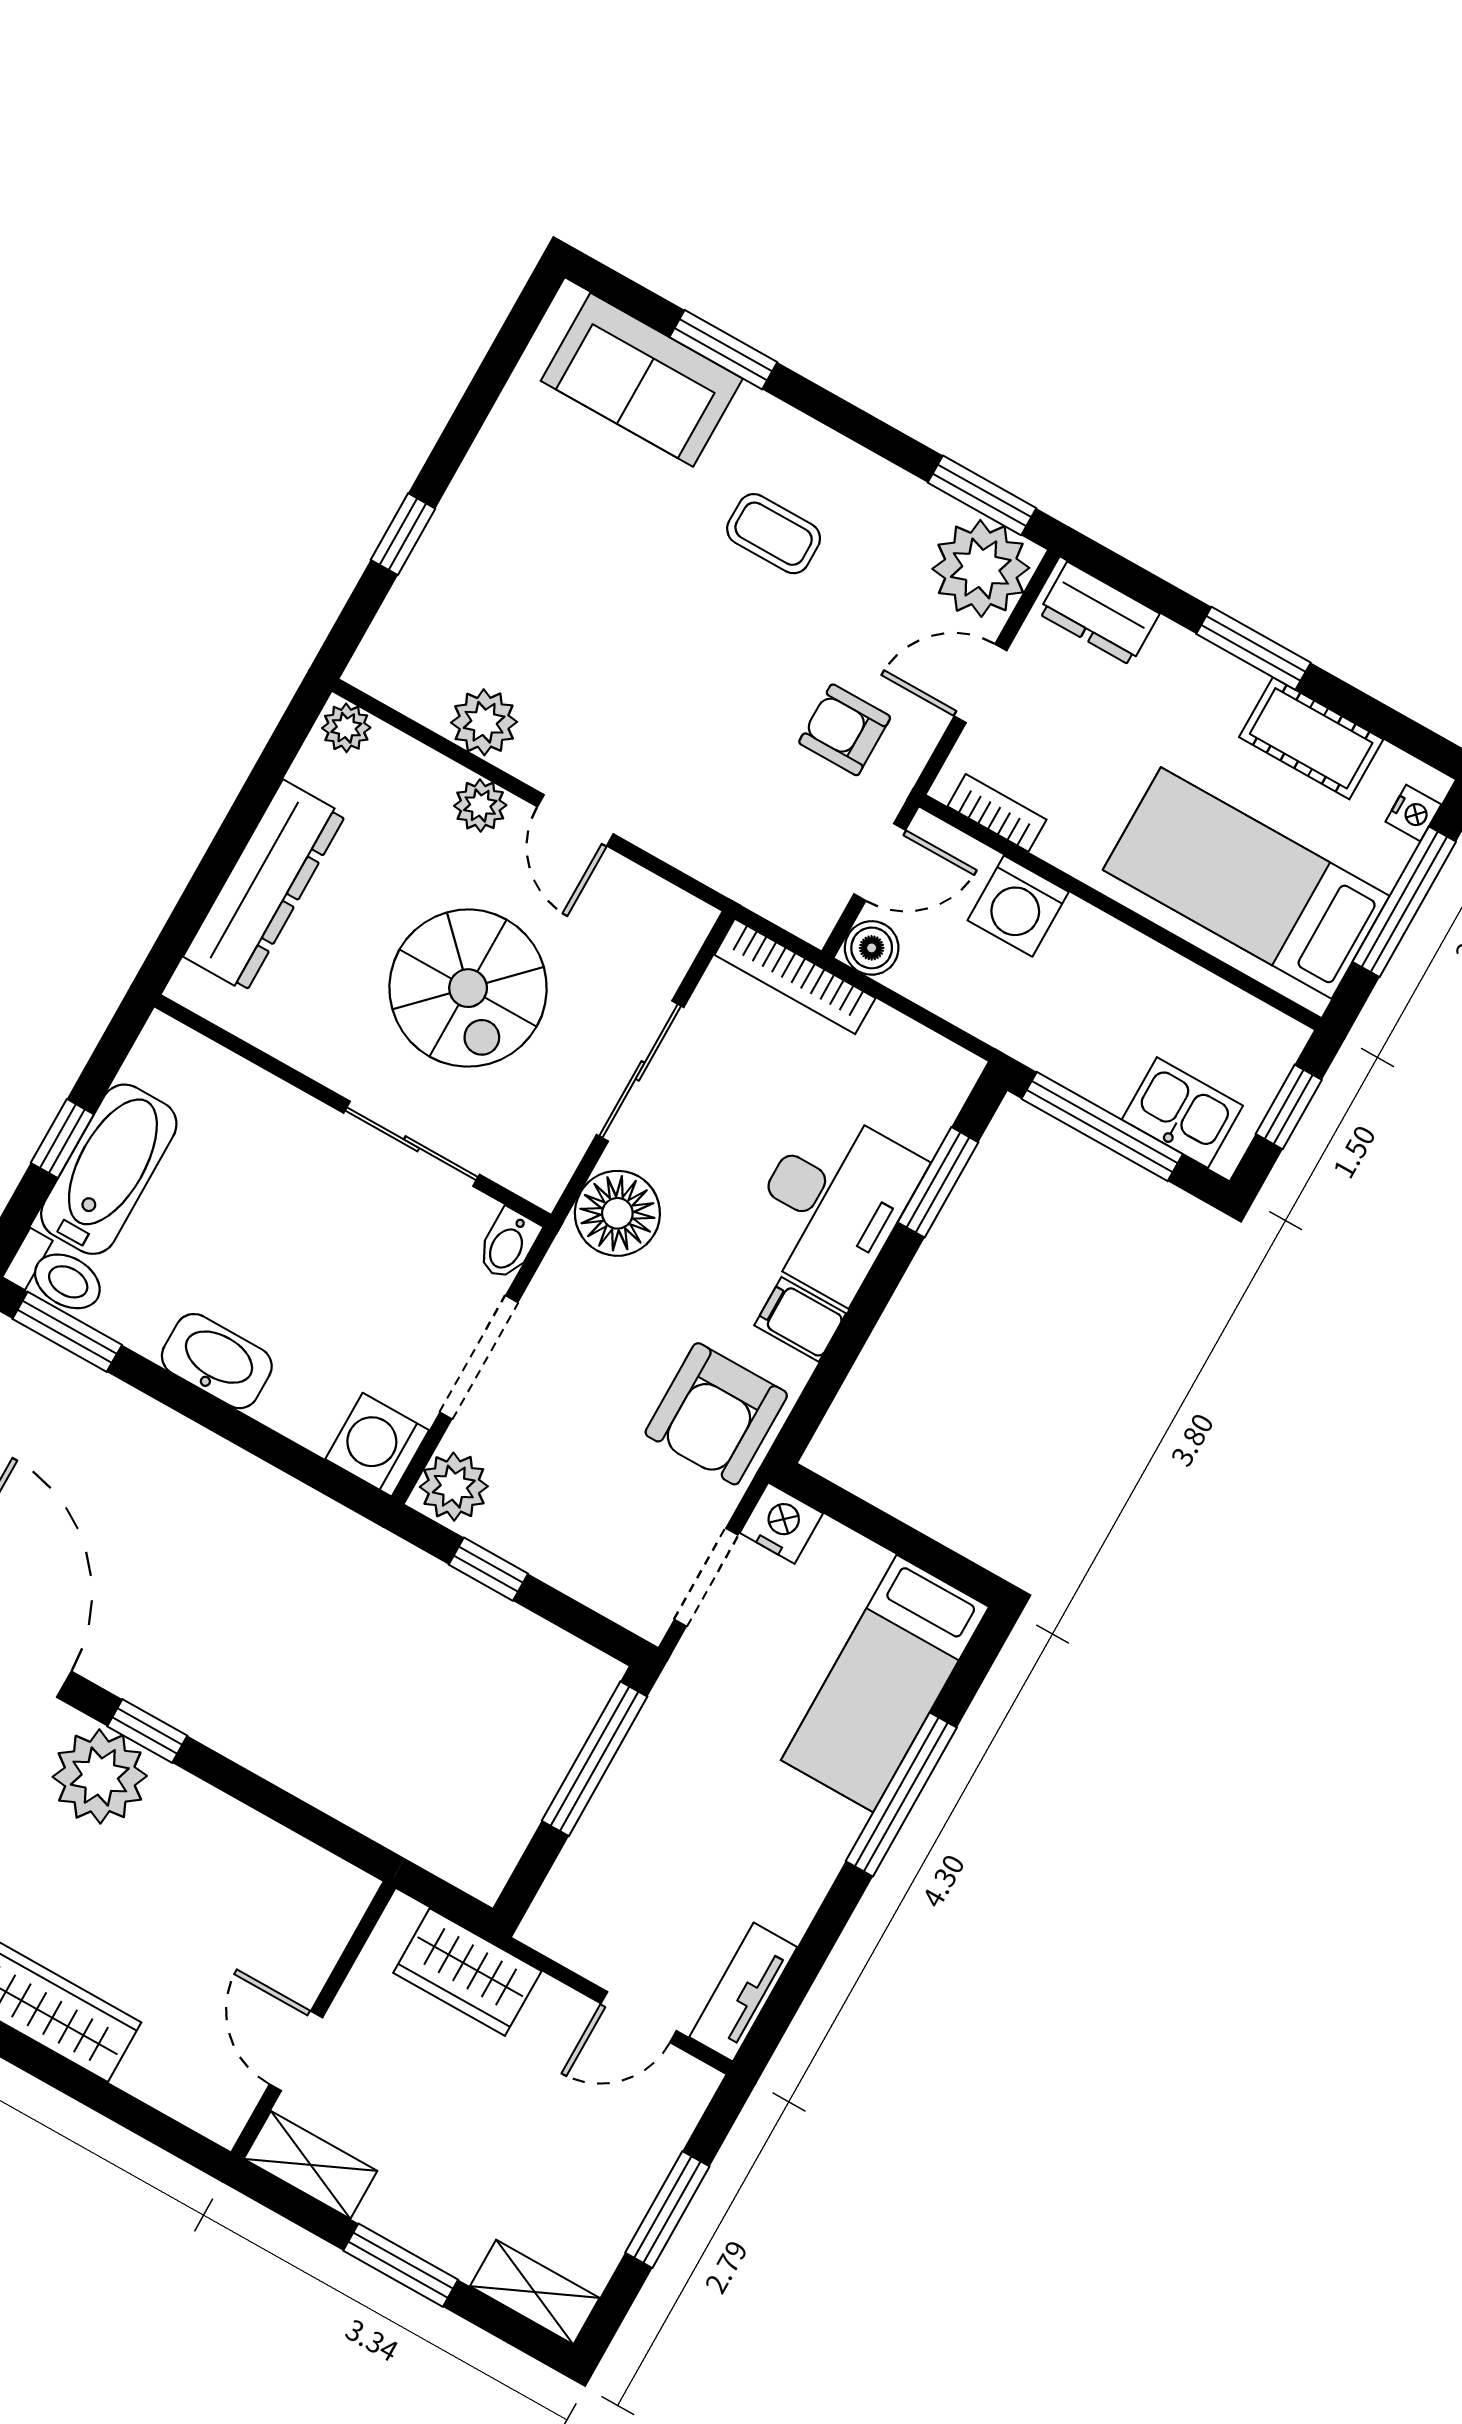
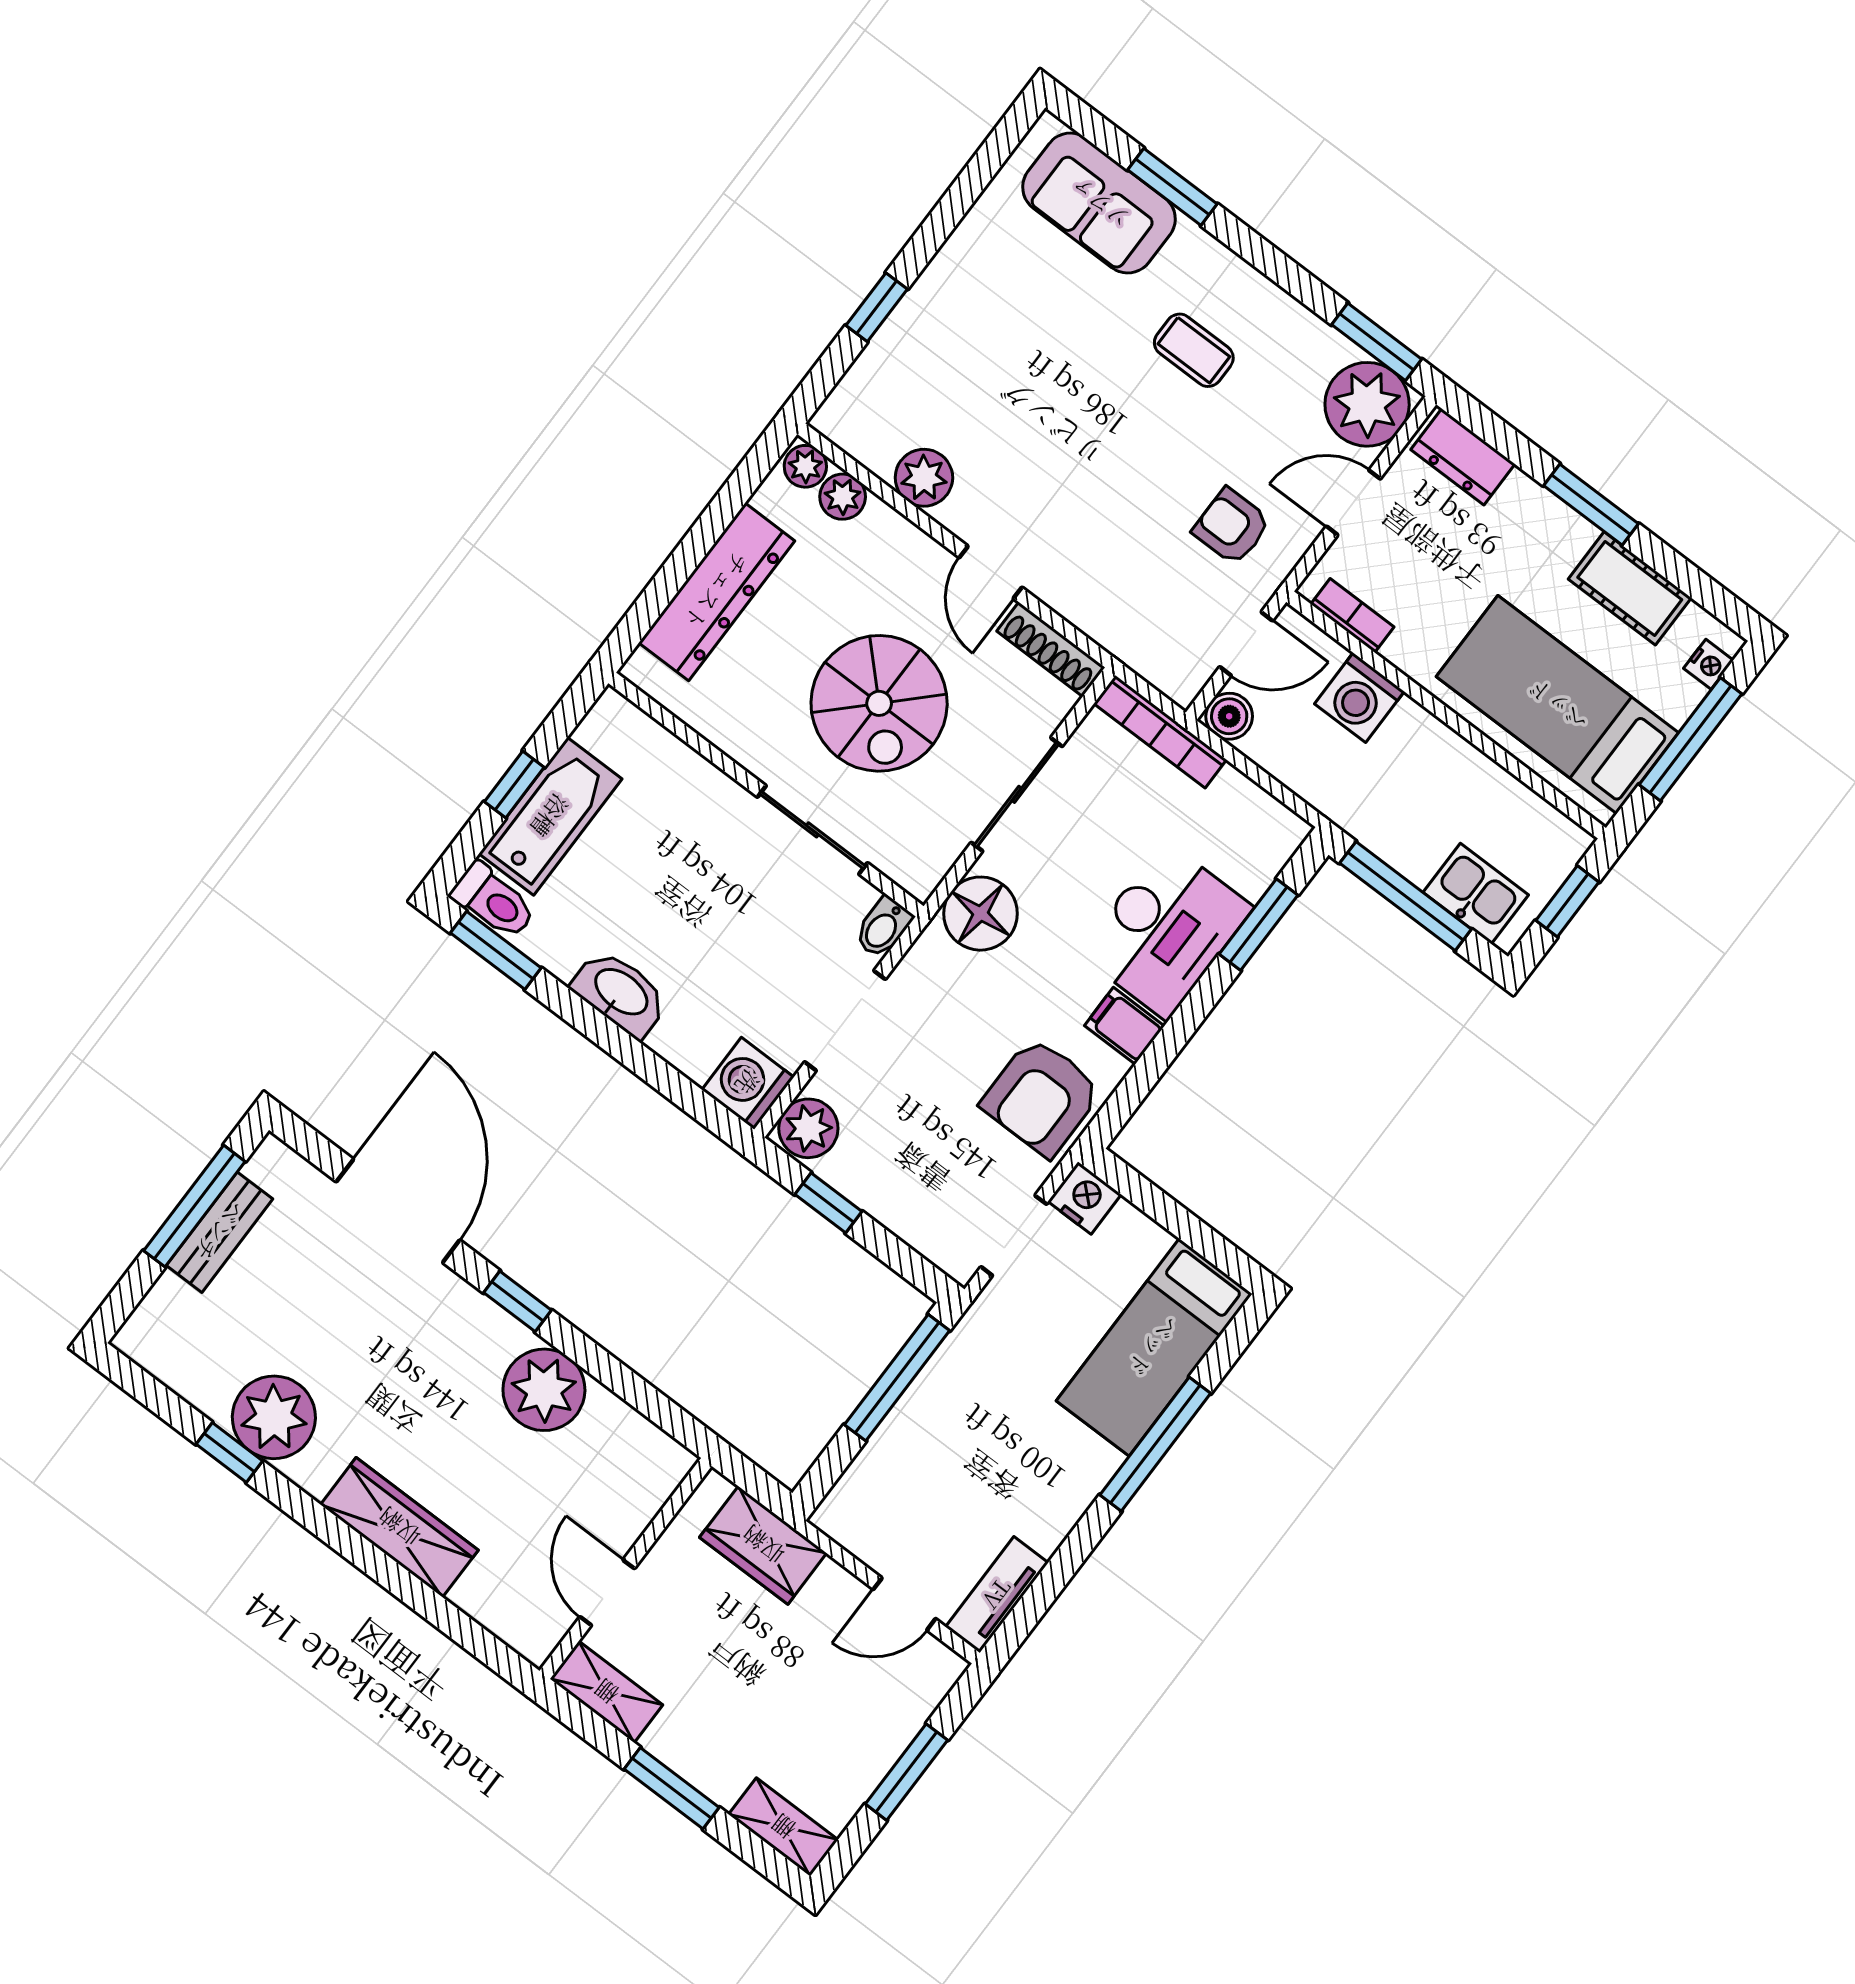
plant: (480, 806) -> (843, 497), moved
shoe rack: (656, 899) -> (1051, 649), added
plant: (100, 1776) -> (544, 1390), moved

